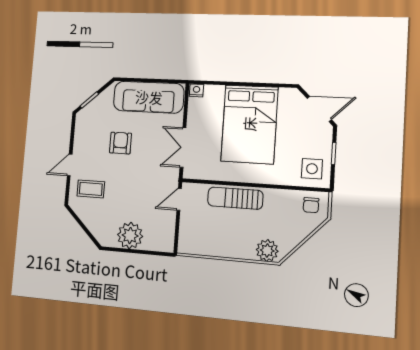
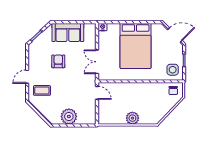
sofa: (149, 97) -> (68, 32), width x0.73
sun lounger: (235, 198) -> (130, 90), removed
door: (179, 199) -> (97, 93), swing flipped
plant: (267, 250) -> (132, 118), moved

